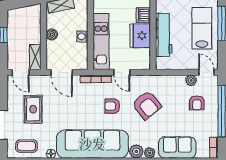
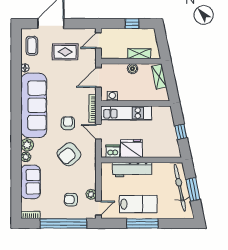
dishwasher: (143, 15) -> (113, 151), moved
washing machine: (82, 36) -> (112, 96), moved
shelving: (35, 57) -> (139, 54), moved
door: (122, 72) -> (98, 132), hinge flipped

